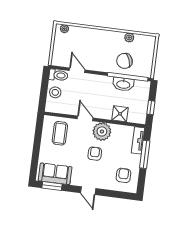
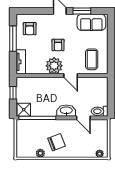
chair: (124, 61) -> (57, 142), moved
washbasin: (123, 84) -> (66, 111), moved
stool: (55, 92) -> (101, 95), removed
shower: (120, 114) -> (24, 110), moved
window: (145, 154) -> (13, 39), moved
window: (52, 186) -> (82, 11), moved

